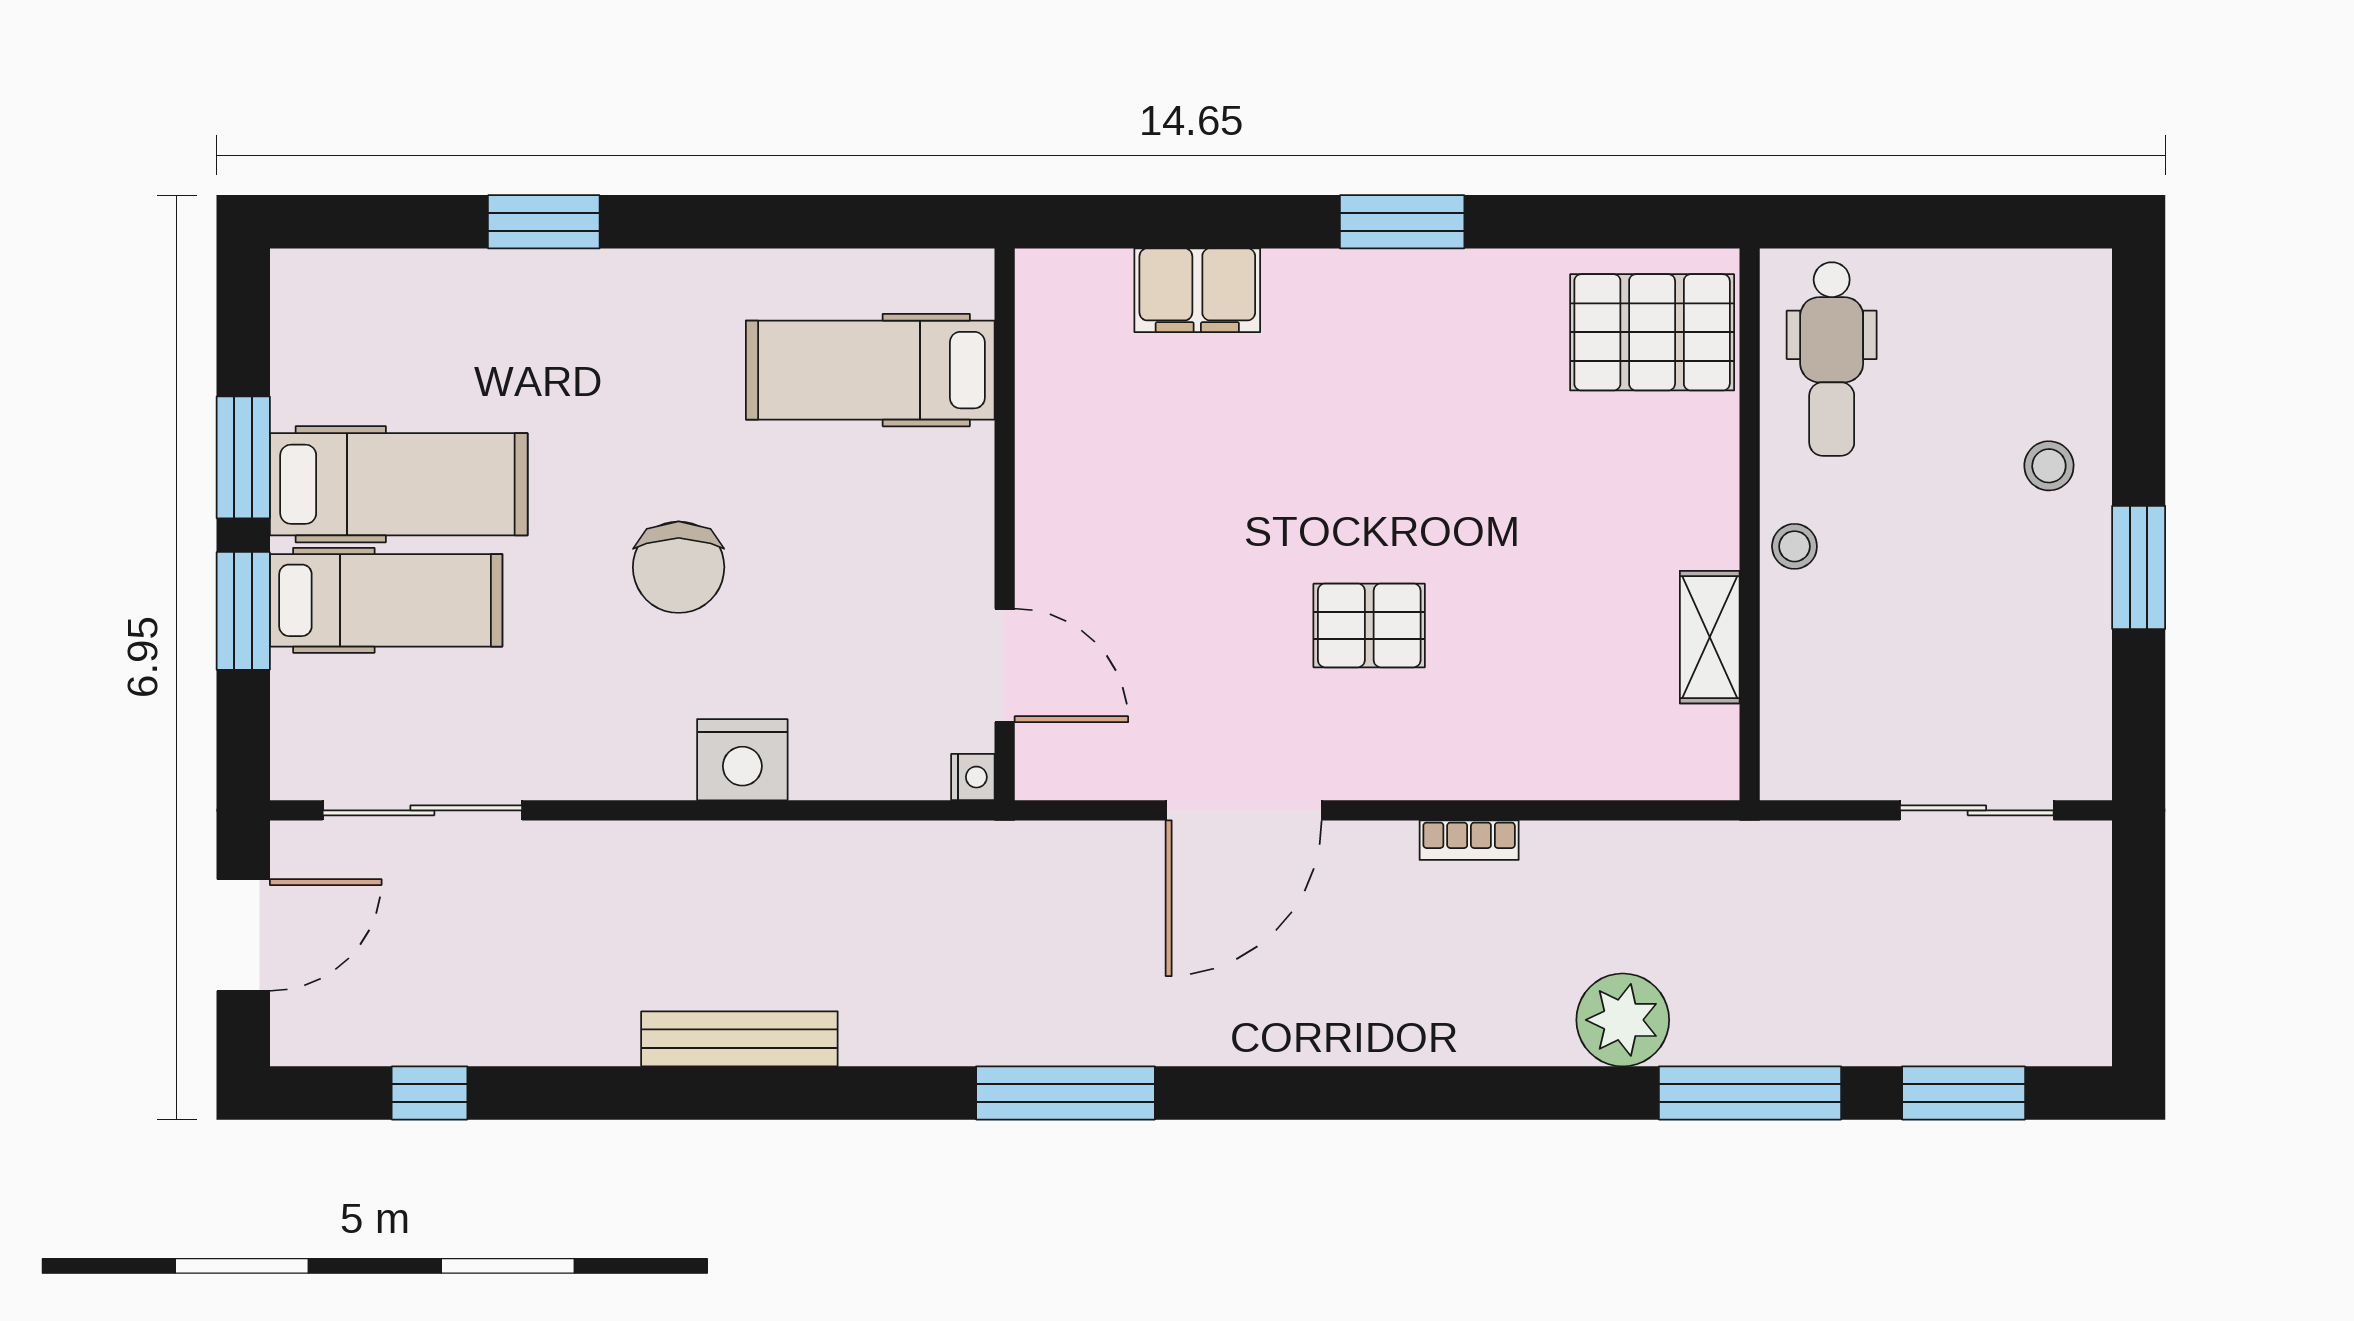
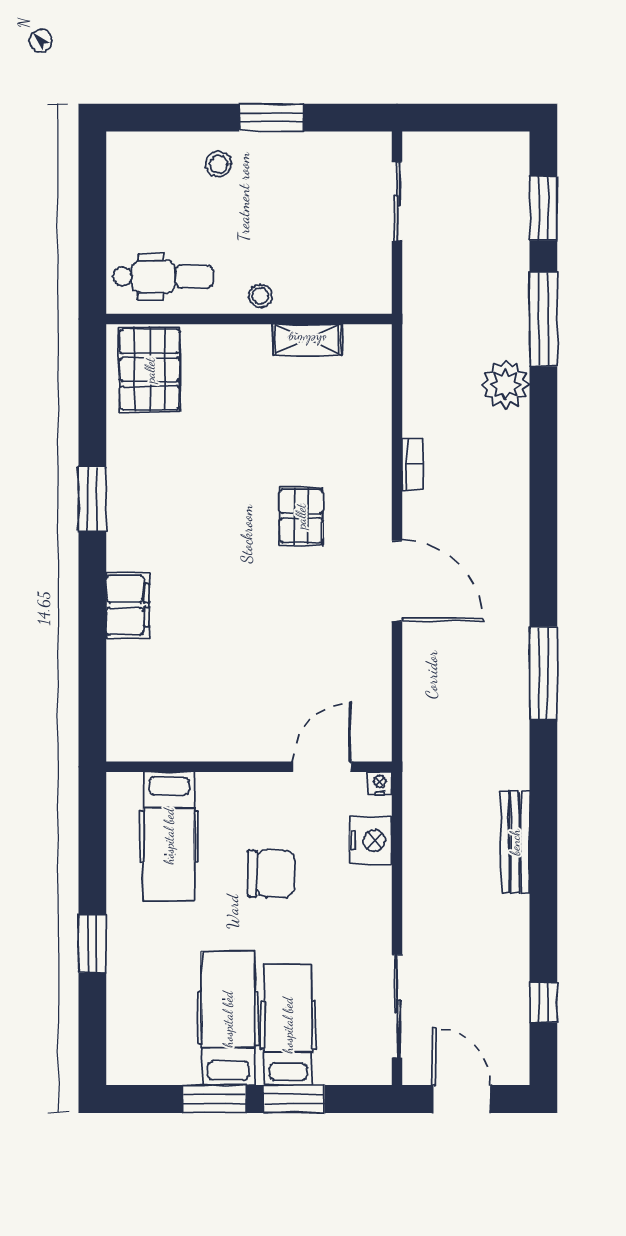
hospital bed: (870, 370) -> (169, 836), moved
wall: (1005, 524) -> (249, 767), moved
door: (1005, 665) -> (322, 767), moved
nightstand: (973, 777) -> (380, 783), moved

